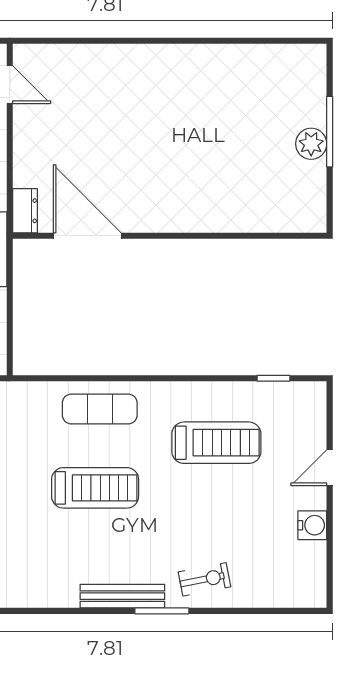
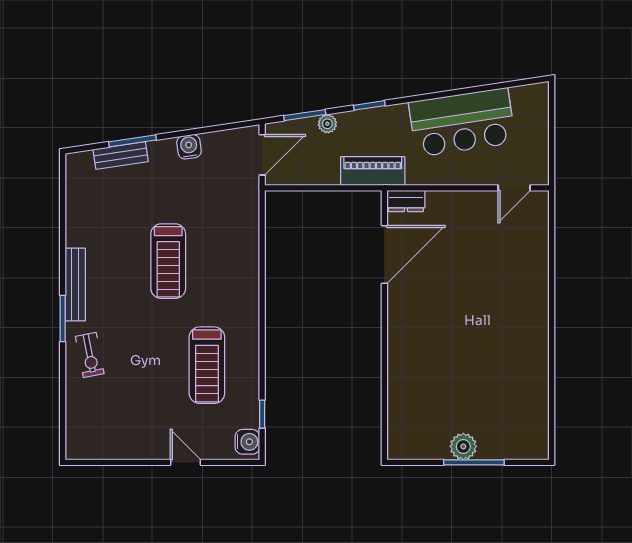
exercise mat: (100, 409) -> (236, 265), removed
water cooler: (312, 525) -> (247, 442), moved, turned -90

